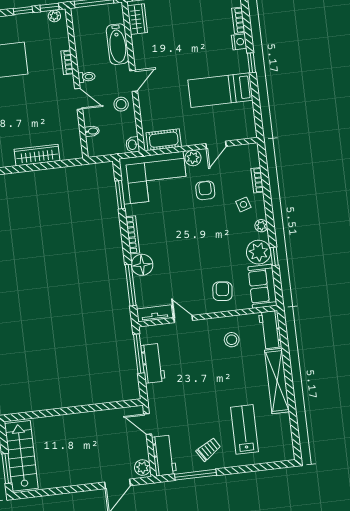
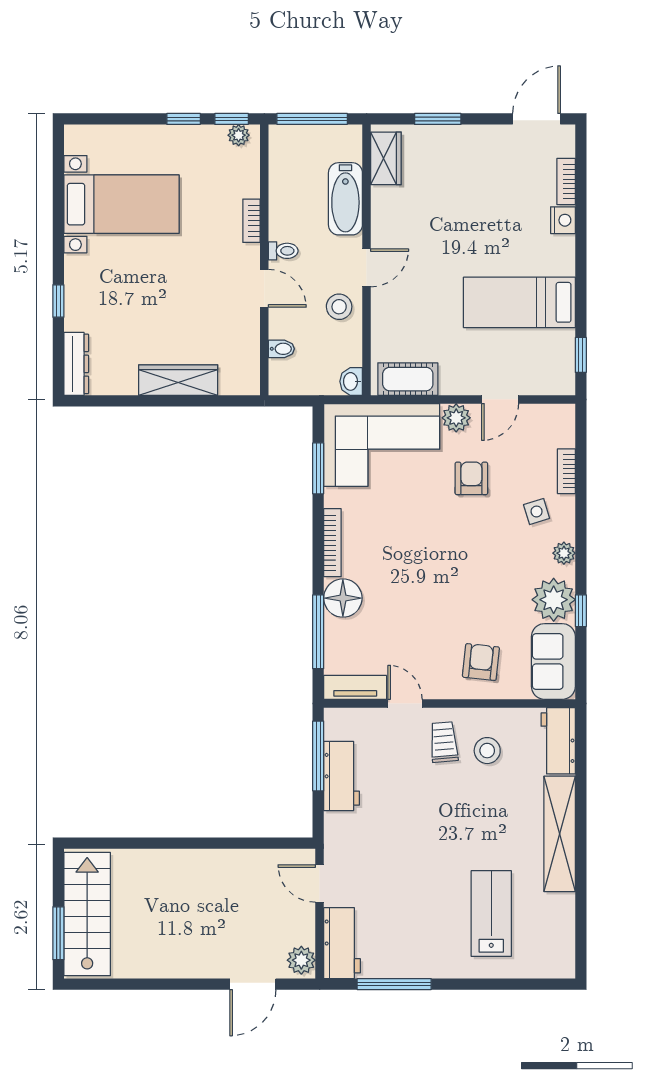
window: (252, 63) -> (581, 355), moved
trolley: (208, 449) -> (444, 742), moved, turned -62

